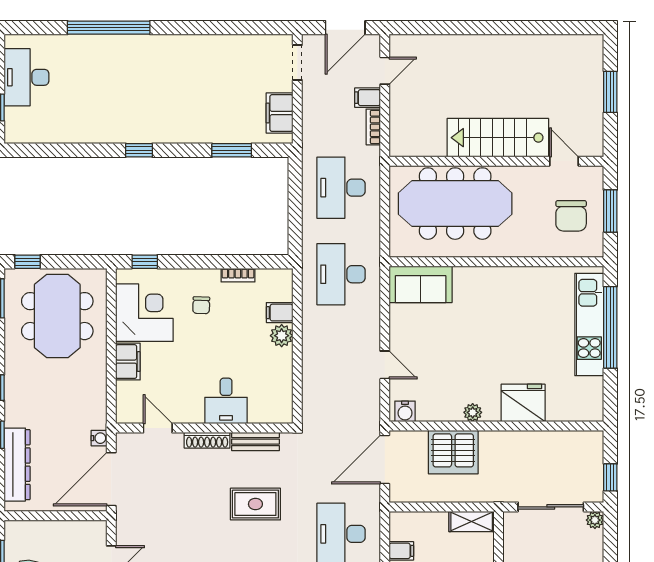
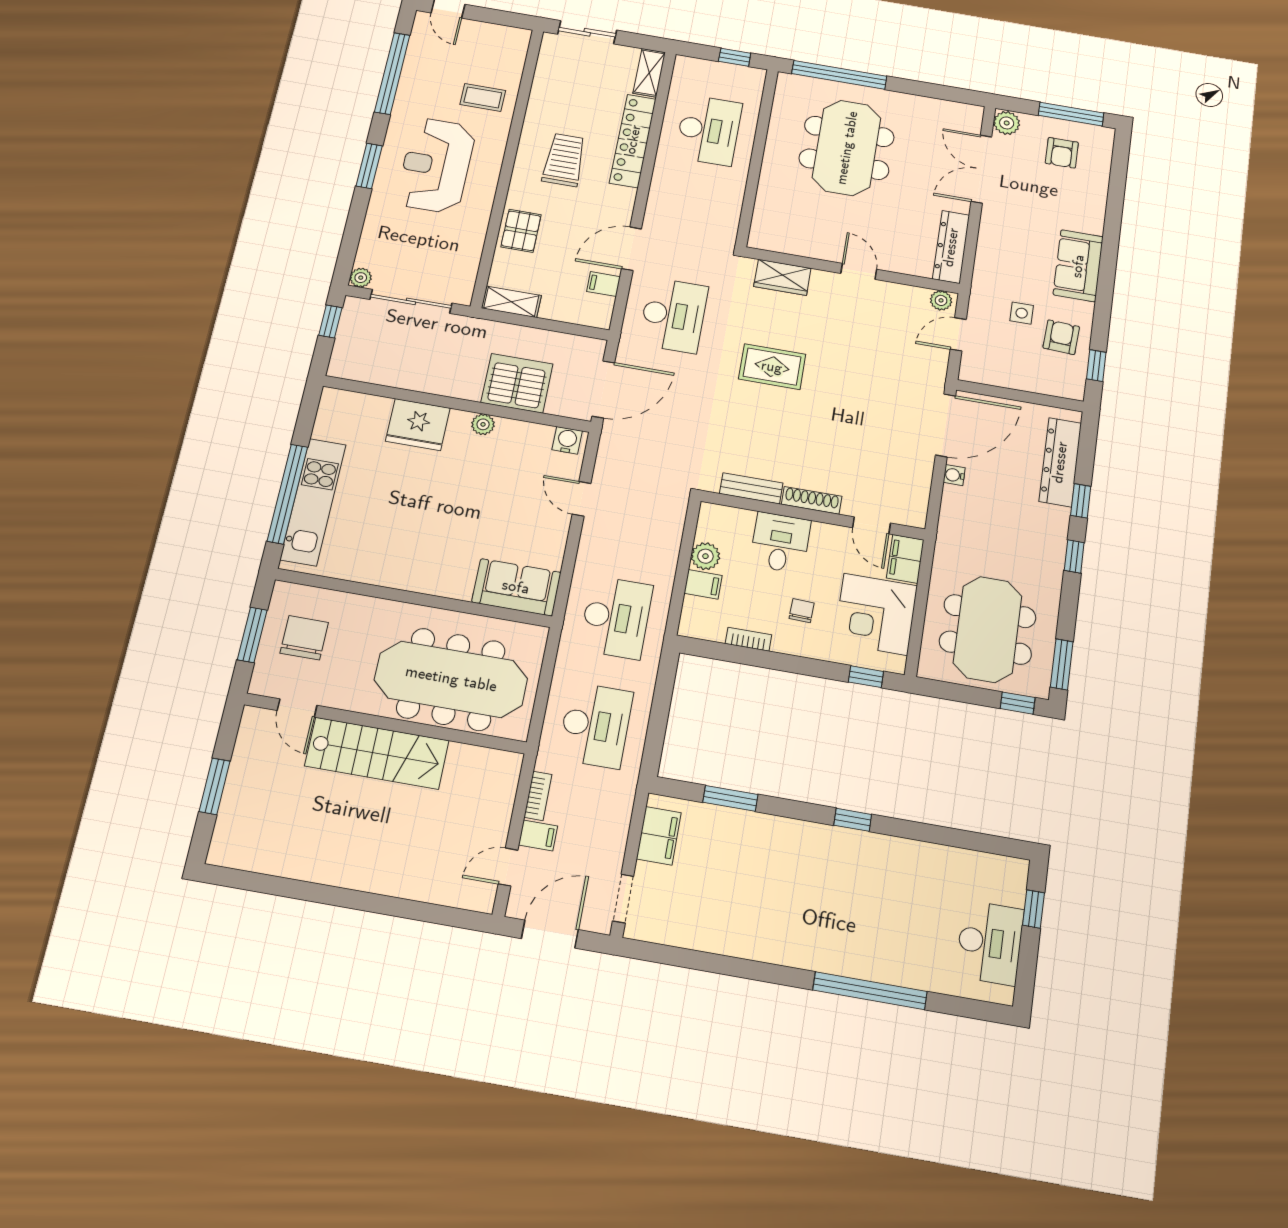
desk: (226, 401) -> (780, 543), moved
door: (158, 428) -> (871, 525), moved
wall: (204, 428) -> (813, 515), moved
shoe rack: (207, 440) -> (812, 500), moved
bench: (256, 442) -> (751, 488), moved

